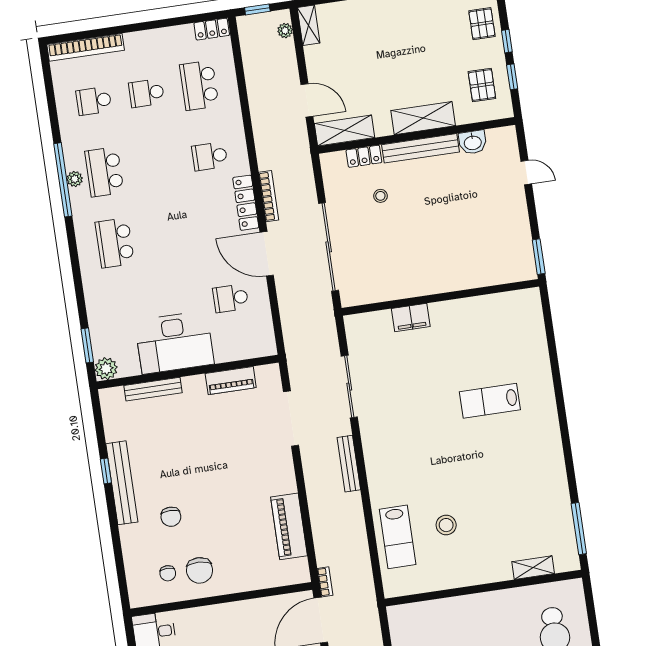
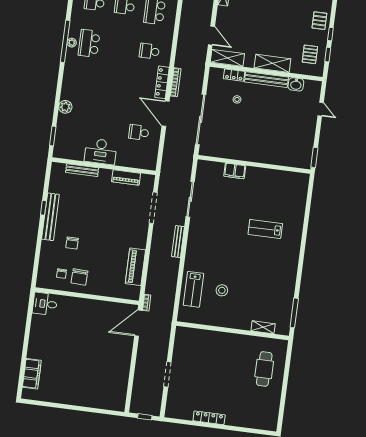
school desk: (115, 243) -> (84, 84), removed
desk: (174, 342) -> (101, 151), width x0.73, depth x0.77
plant: (106, 369) -> (65, 107), moved

